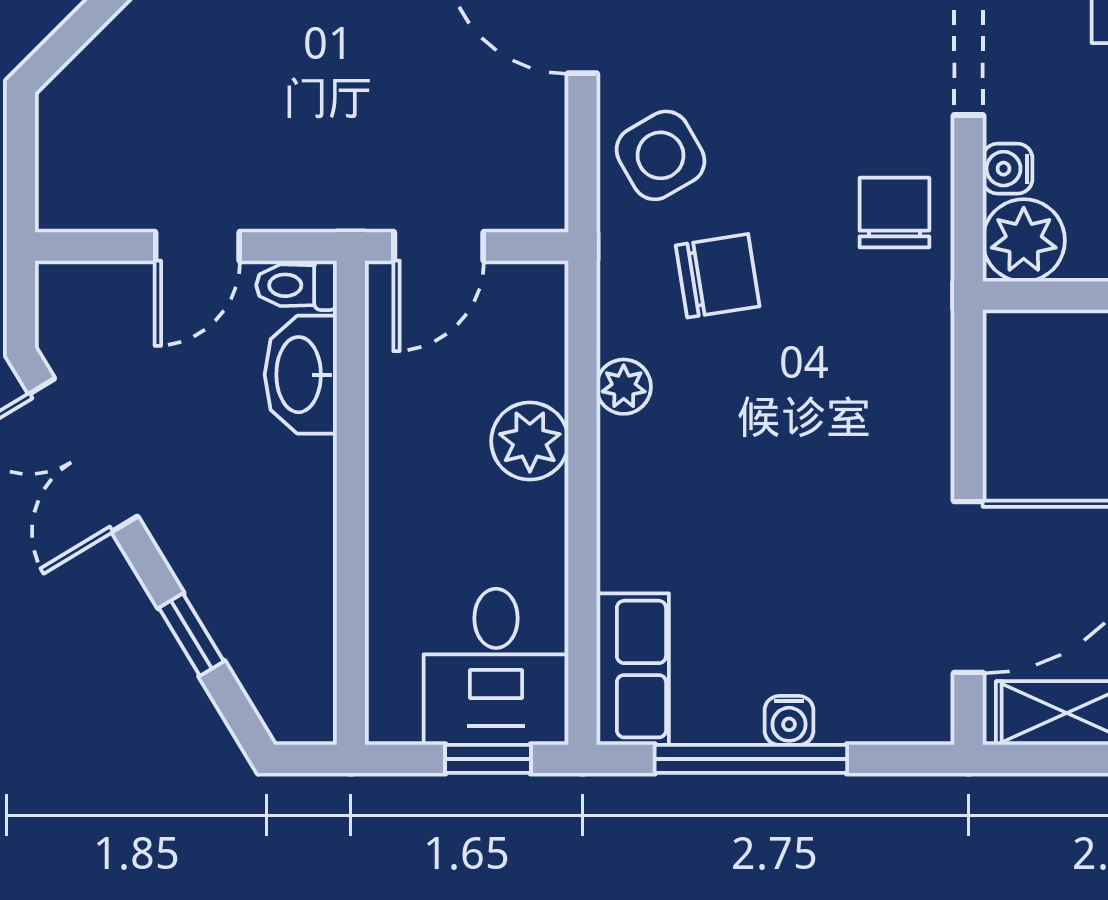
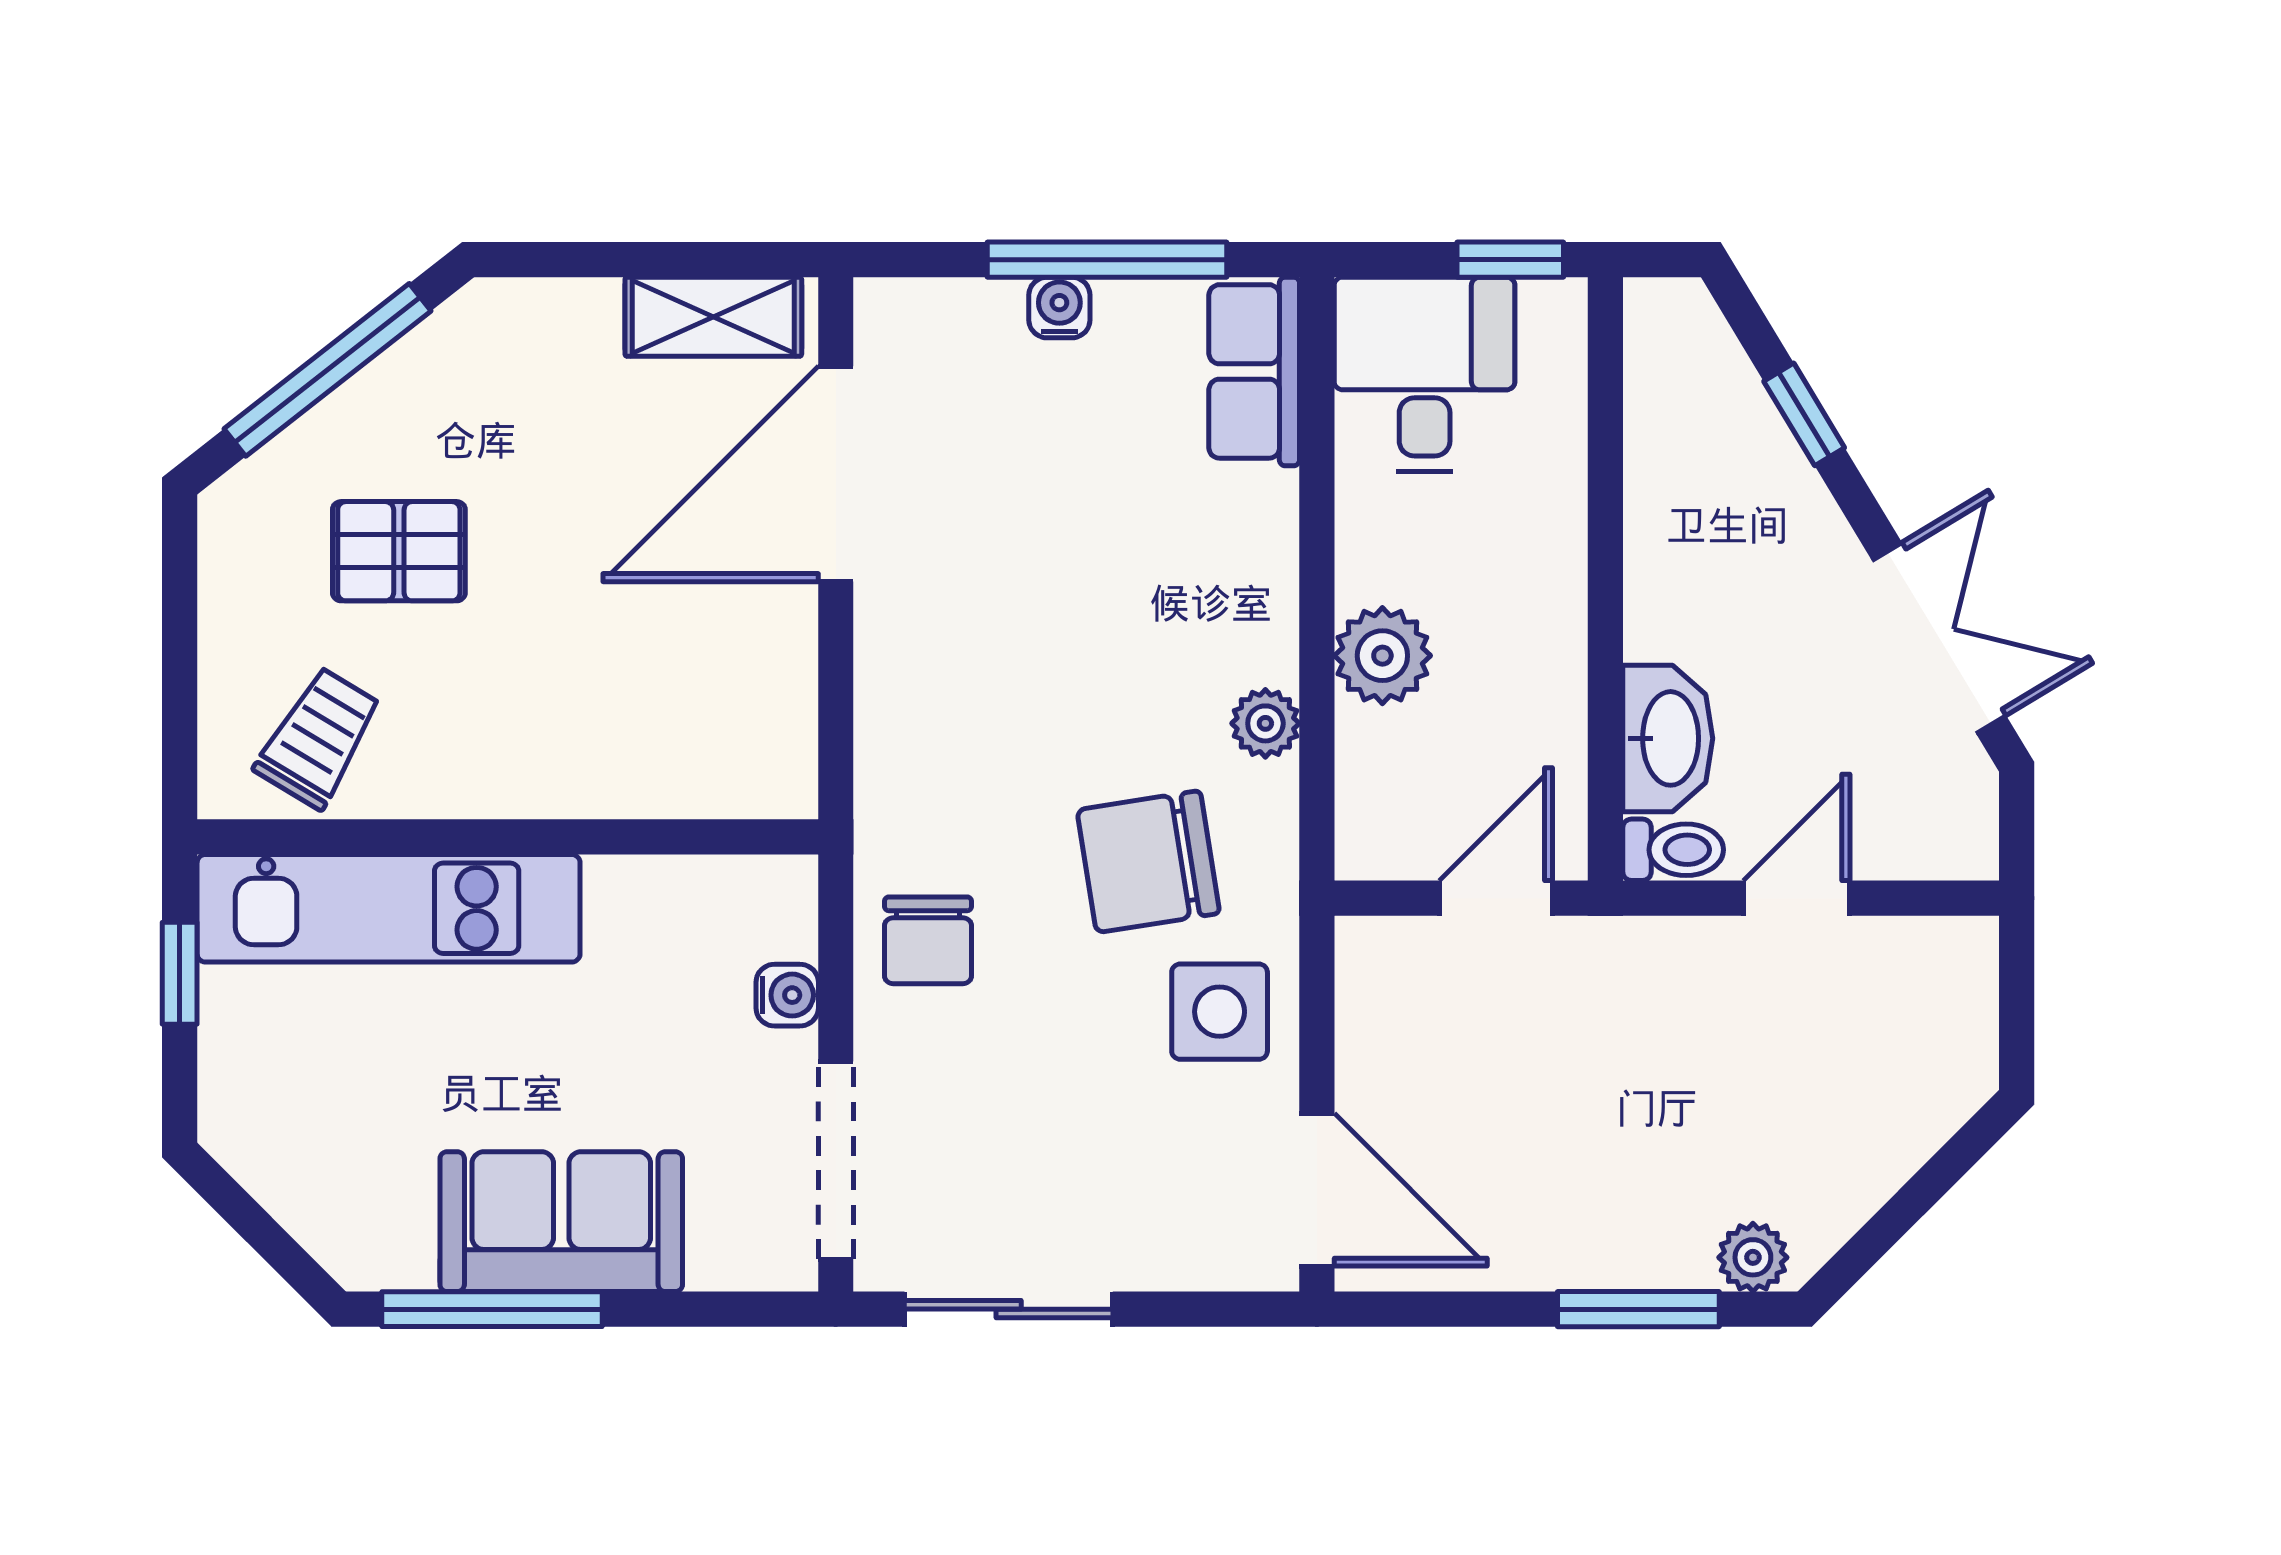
side table: (661, 155) -> (1220, 1012), turned 30
plant: (1024, 240) -> (767, 906), removed
chair: (718, 276) -> (1148, 862), width x1.37, depth x1.37
window: (488, 759) -> (1510, 260), moved

